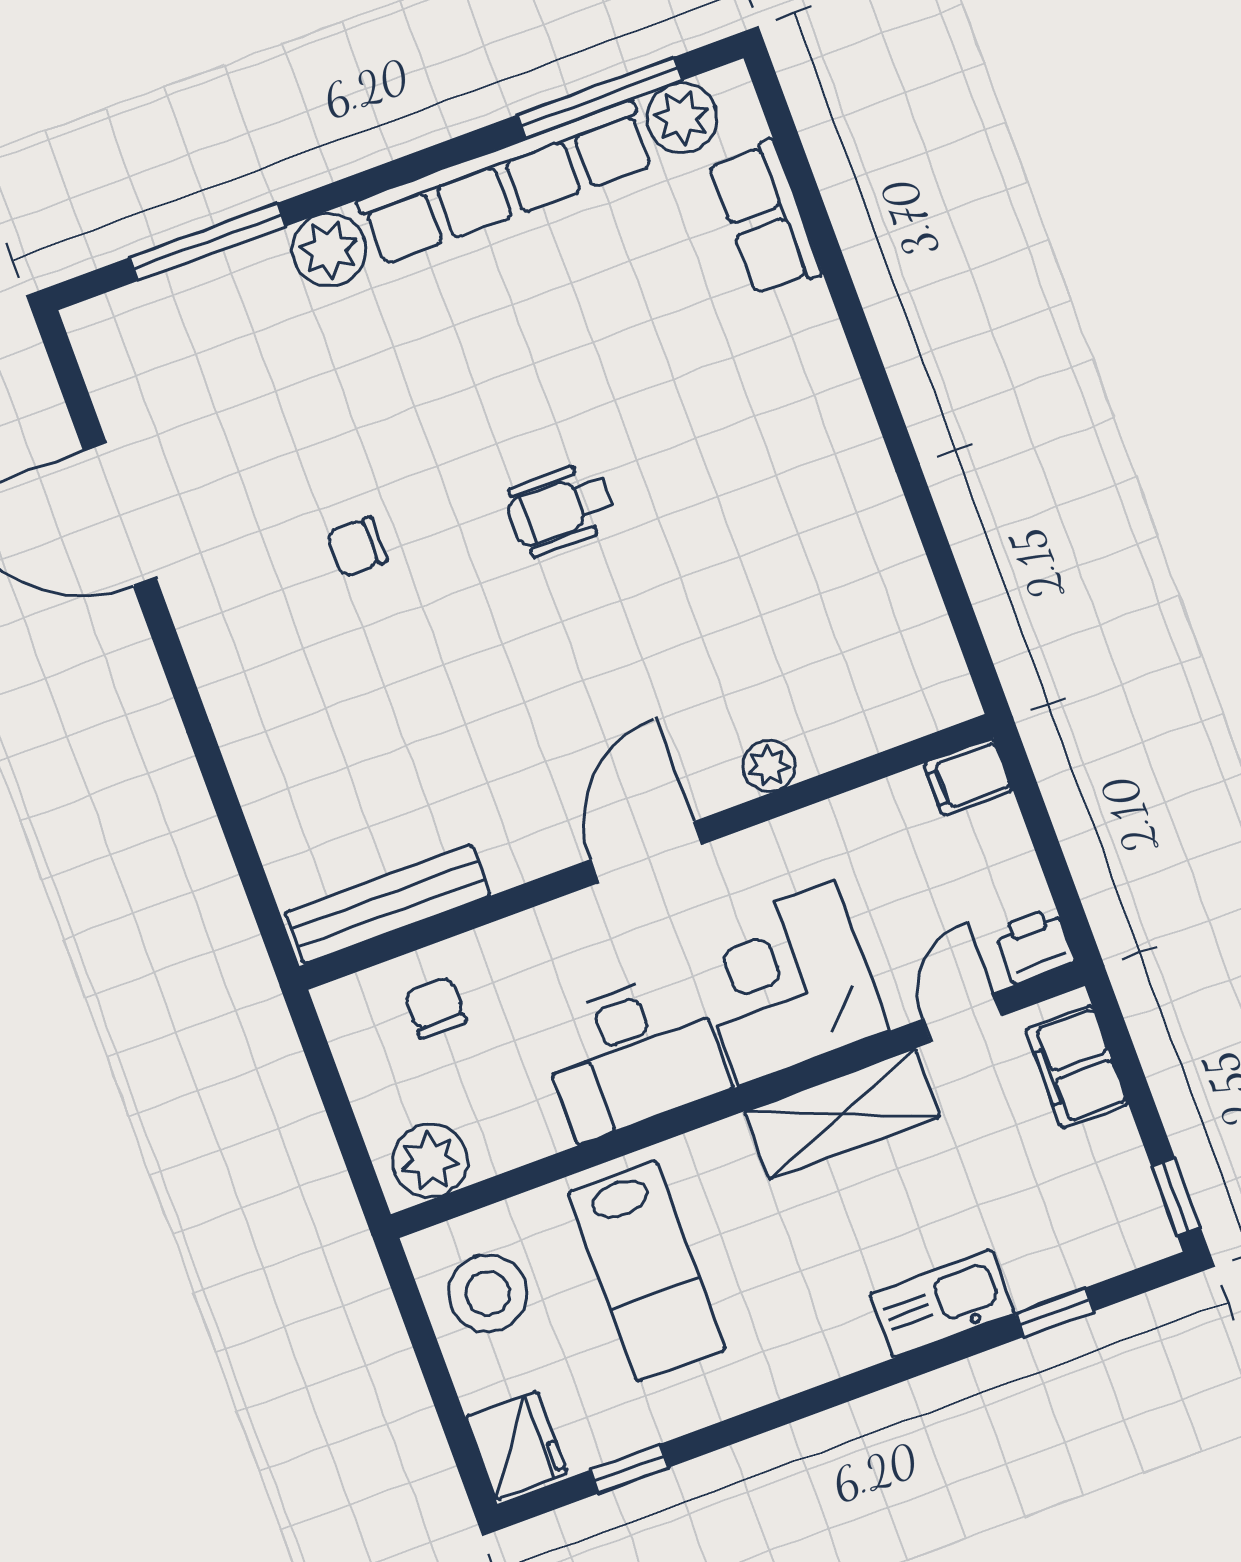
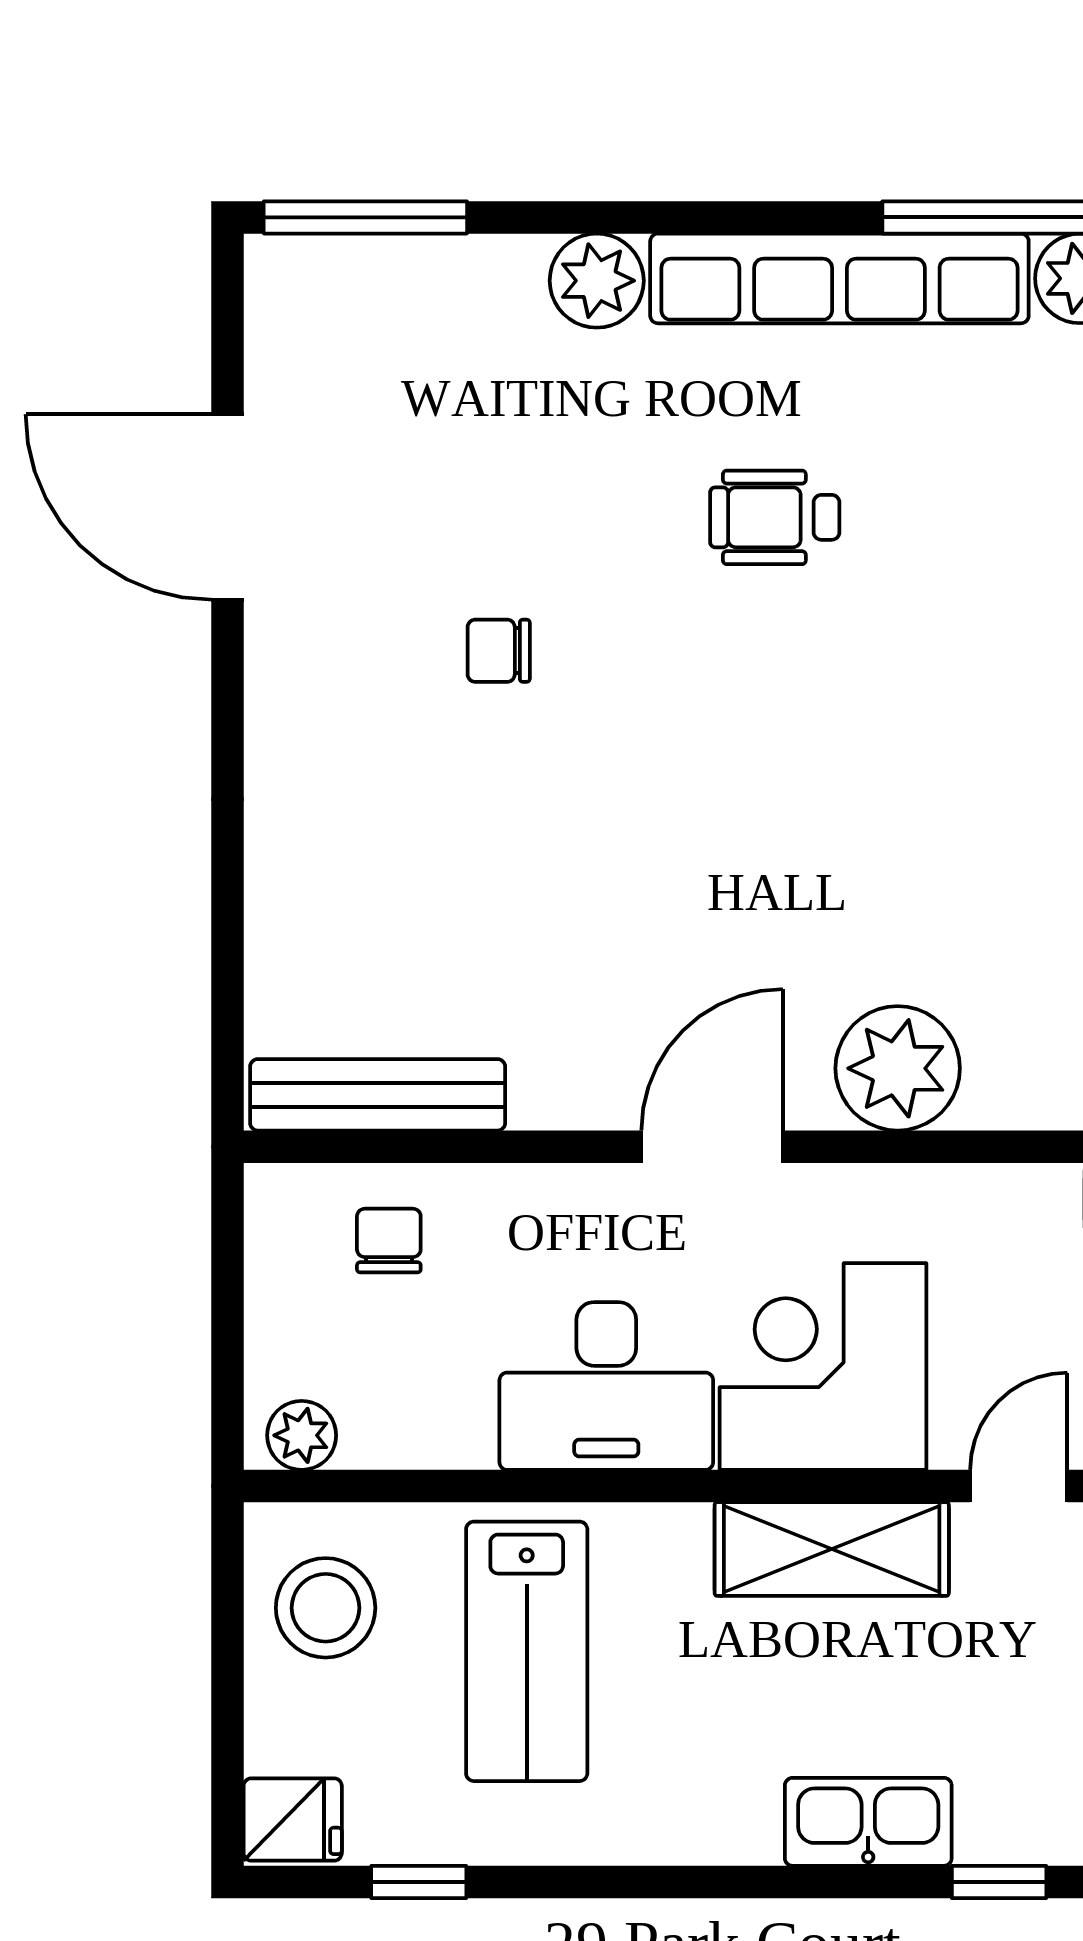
window: (207, 242) -> (365, 217), moved
wheelchair: (560, 509) -> (775, 517), moved
plant: (769, 766) -> (898, 1068), width x1.87, depth x1.87
plant: (430, 1161) -> (302, 1435), width x0.73, depth x0.73
fridge: (516, 1445) -> (293, 1820), width x0.72

